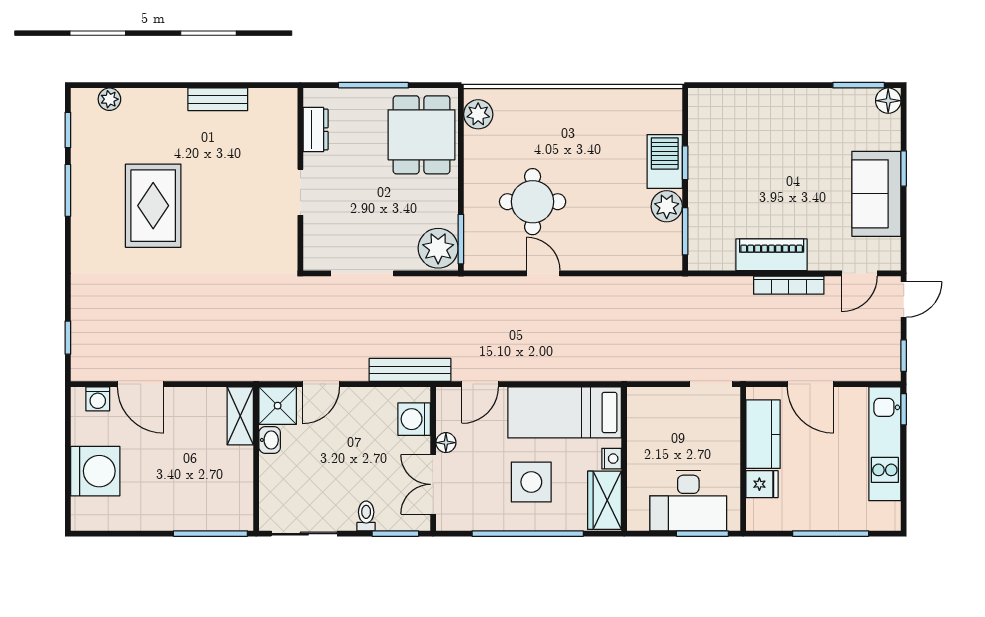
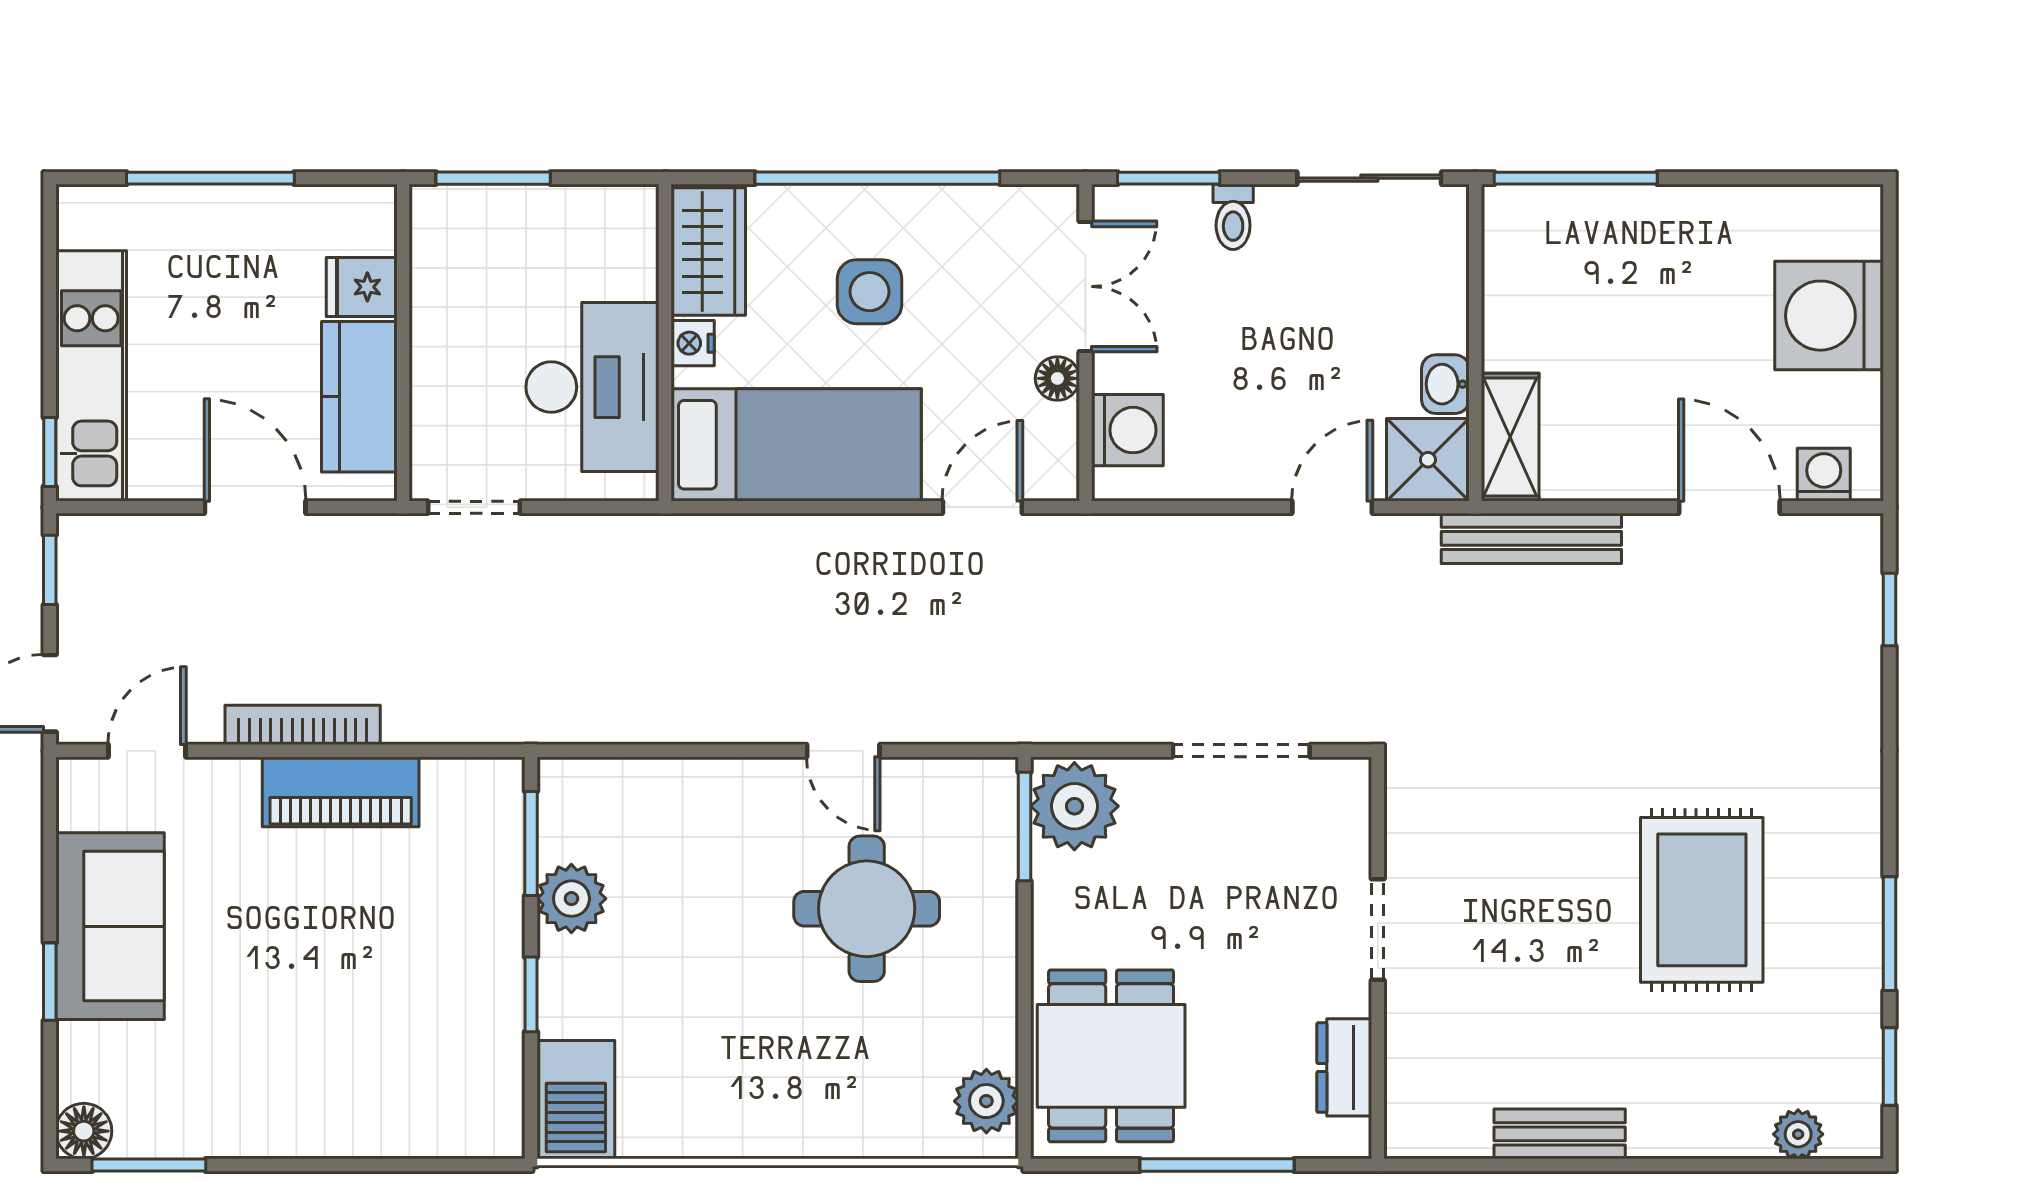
barbecue: (665, 162) -> (576, 1100), moved
bench: (410, 370) -> (1531, 538), moved
side table: (531, 482) -> (870, 292), width x0.73, depth x0.73
desk: (688, 501) -> (592, 387), moved, turned 90

